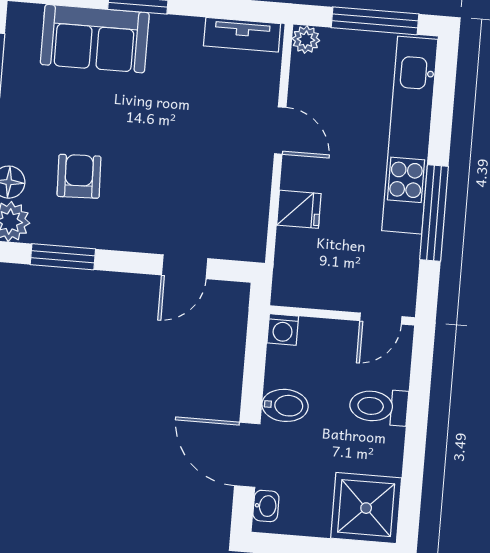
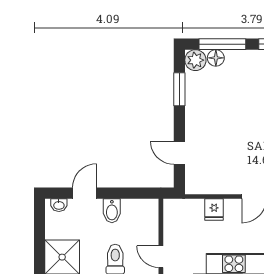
armchair: (79, 176) -> (222, 94), removed
washing machine: (283, 329) -> (151, 206), removed
door: (247, 455) -> (85, 193), width x0.73

